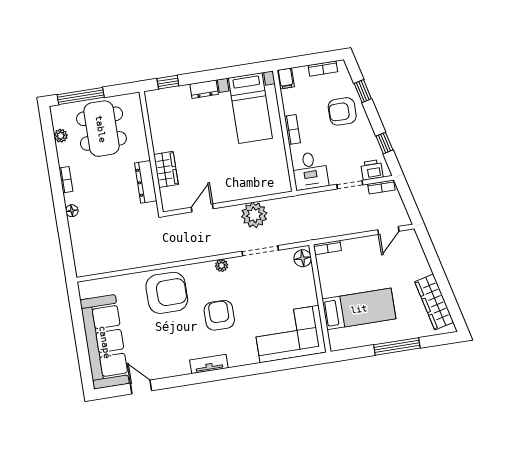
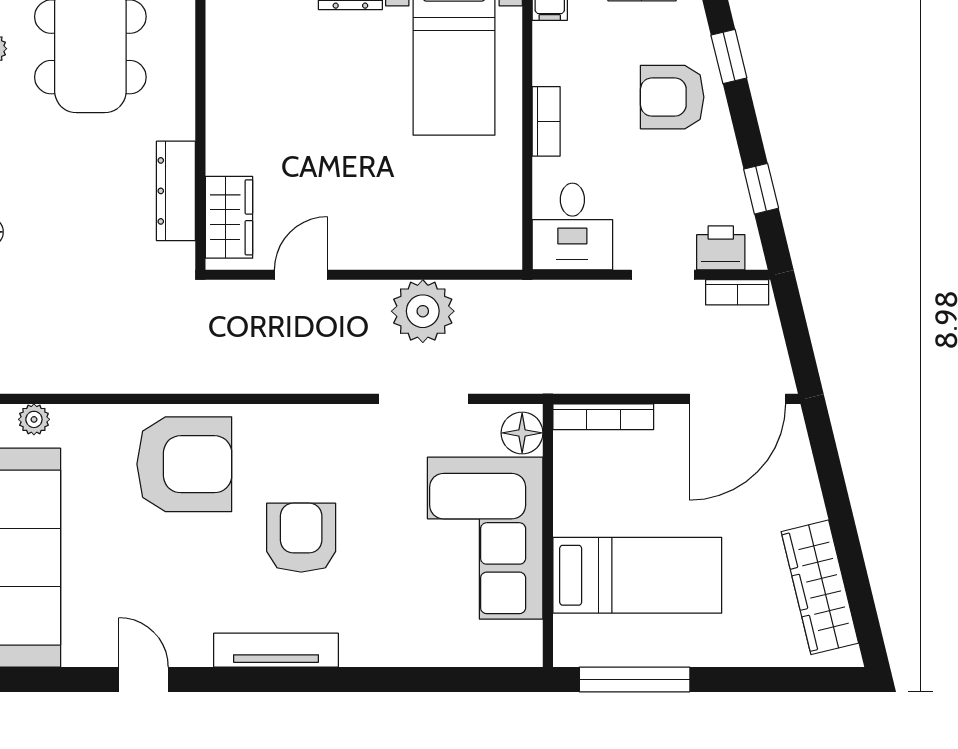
wardrobe: (166, 169) -> (229, 217), moved
door: (388, 230) -> (738, 399), width x1.87
bookcase: (327, 248) -> (603, 417), width x1.56
plant: (222, 265) -> (34, 419), moved
corner sofa: (290, 334) -> (485, 538), moved, turned -90
window: (397, 346) -> (635, 679), moved
tv unit: (209, 364) -> (276, 650), width x1.41
door: (141, 387) -> (143, 679), moved

